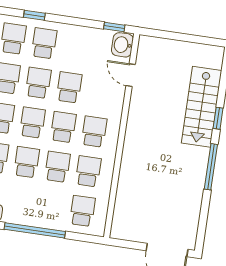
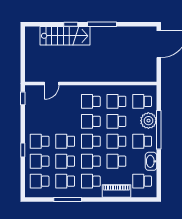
washbasin: (122, 45) -> (33, 92), removed
school desk: (69, 87) -> (142, 141), moved
plant: (51, 217) -> (148, 121), added

